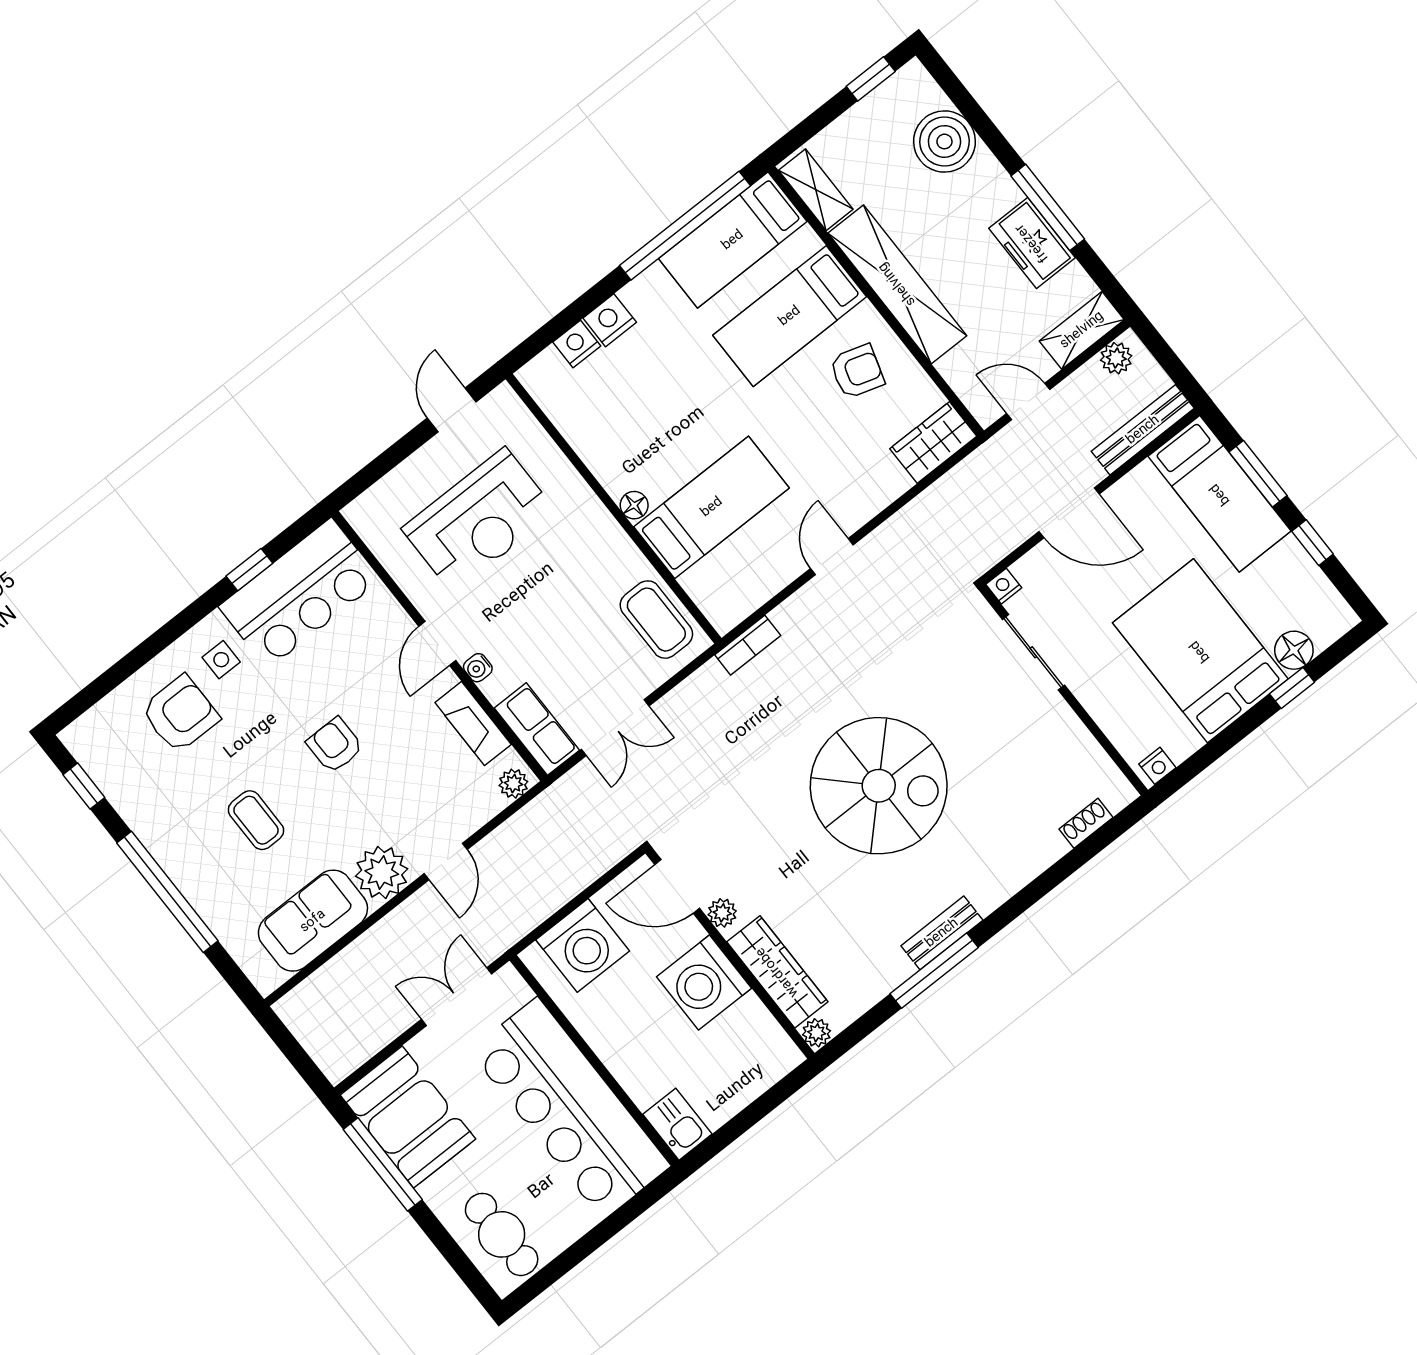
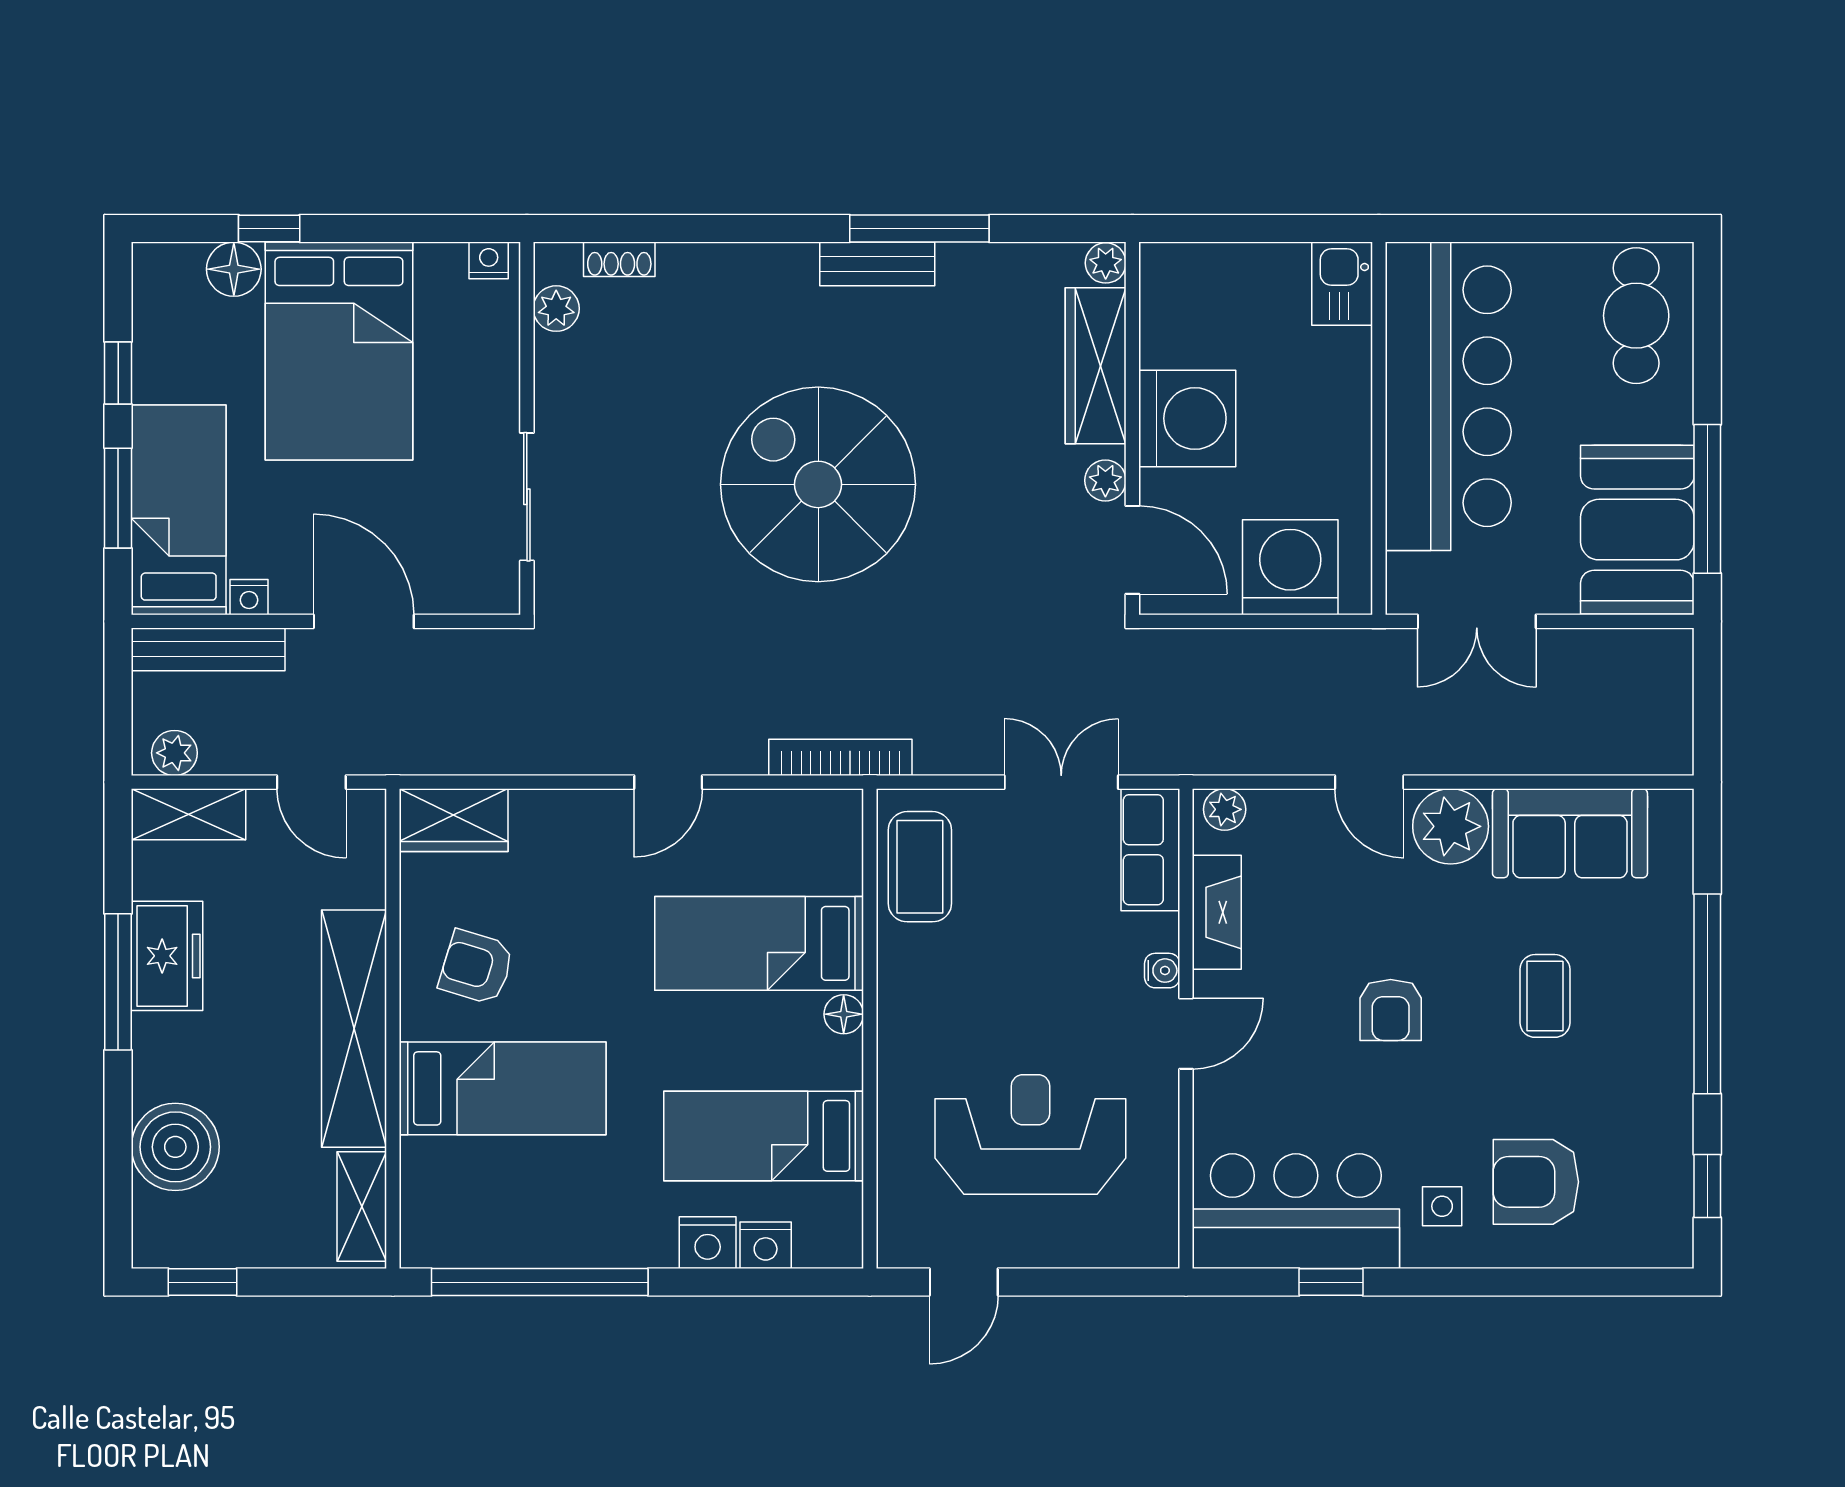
bed: (733, 240) -> (764, 1136), moved, turned 180
nightstand: (1004, 586) -> (249, 597), moved
bookcase: (748, 645) -> (840, 757), width x1.56
plant: (1099, 769) -> (556, 309), added
door: (446, 861) -> (1369, 782), swing flipped

